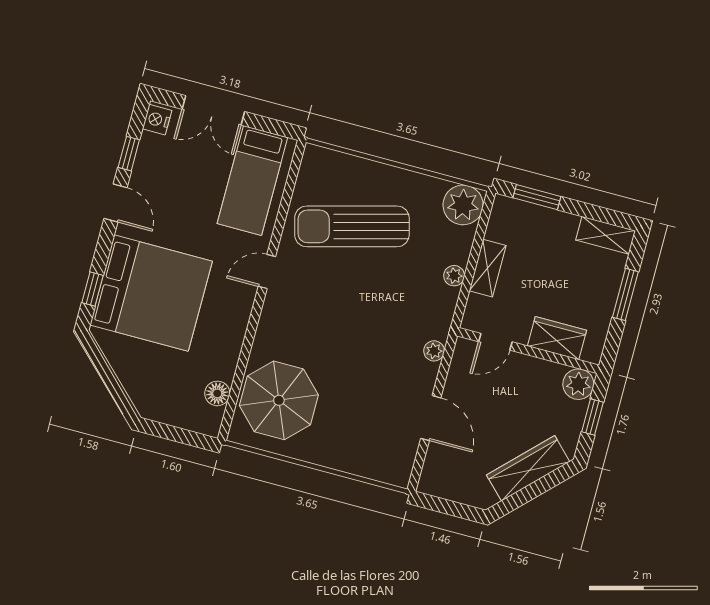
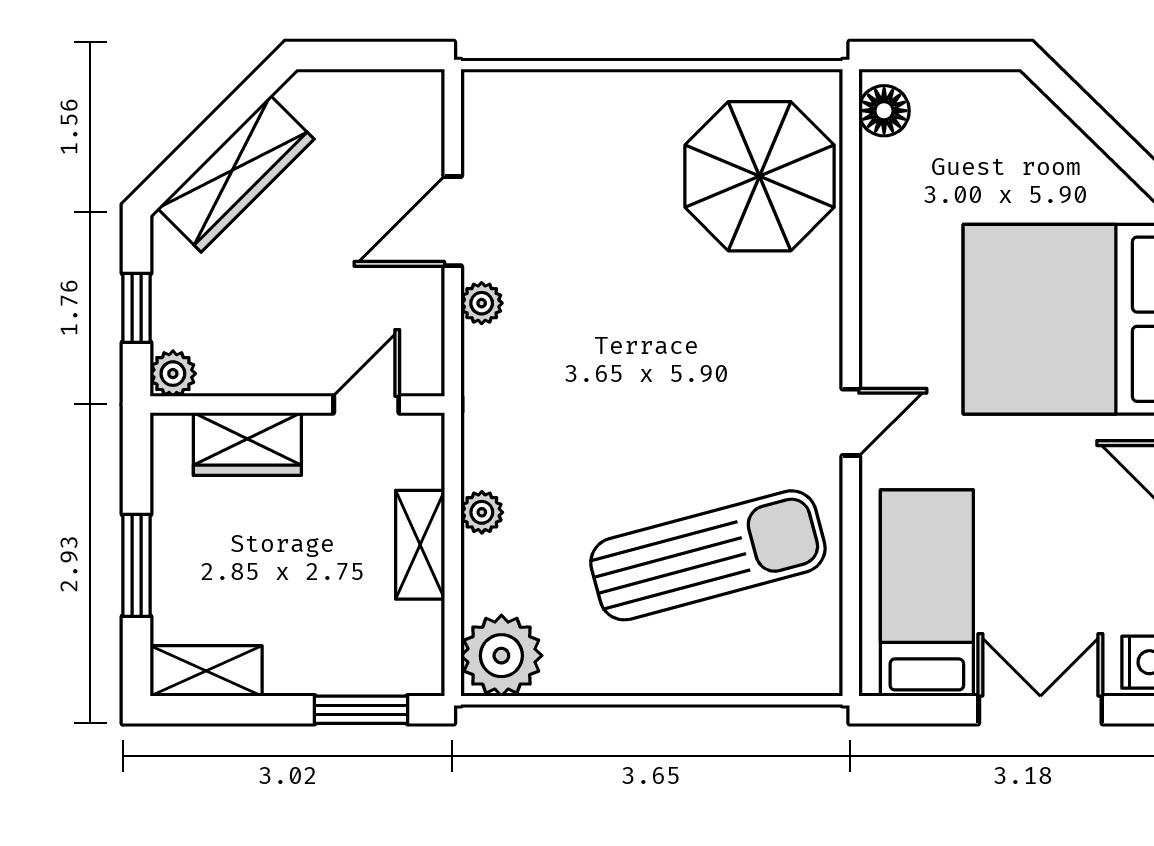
plant: (434, 351) -> (482, 303), moved
plant: (578, 384) -> (173, 374), width x0.73, depth x0.73
floor lamp: (217, 393) -> (884, 111), moved
door: (431, 418) -> (453, 221), hinge flipped

